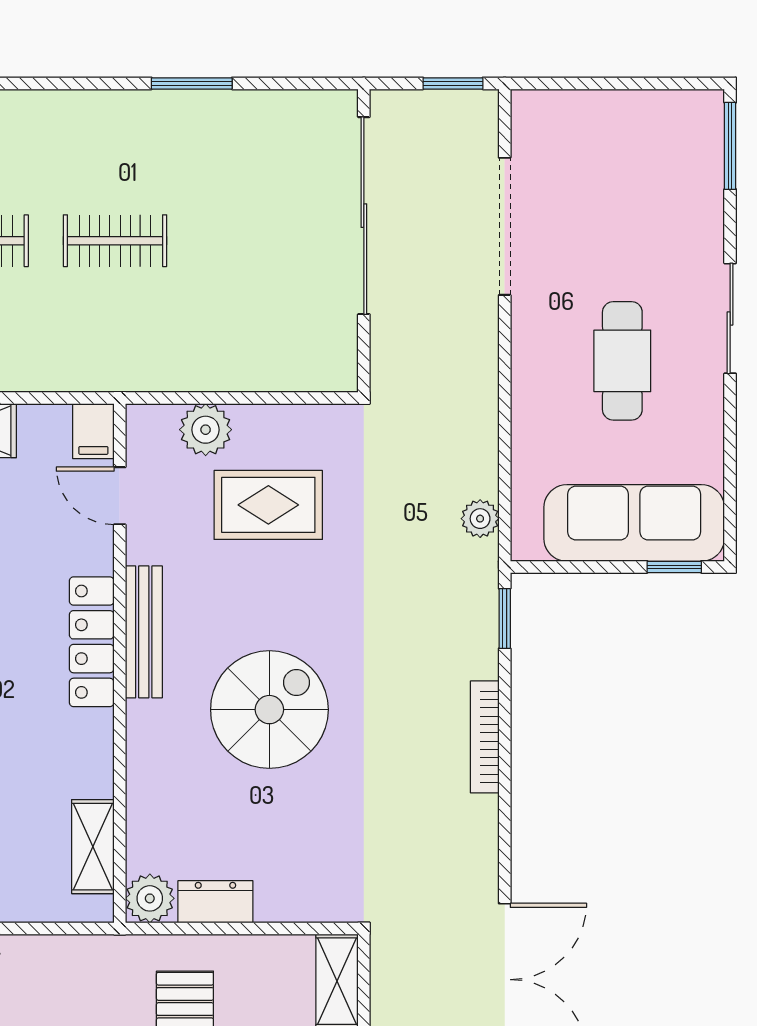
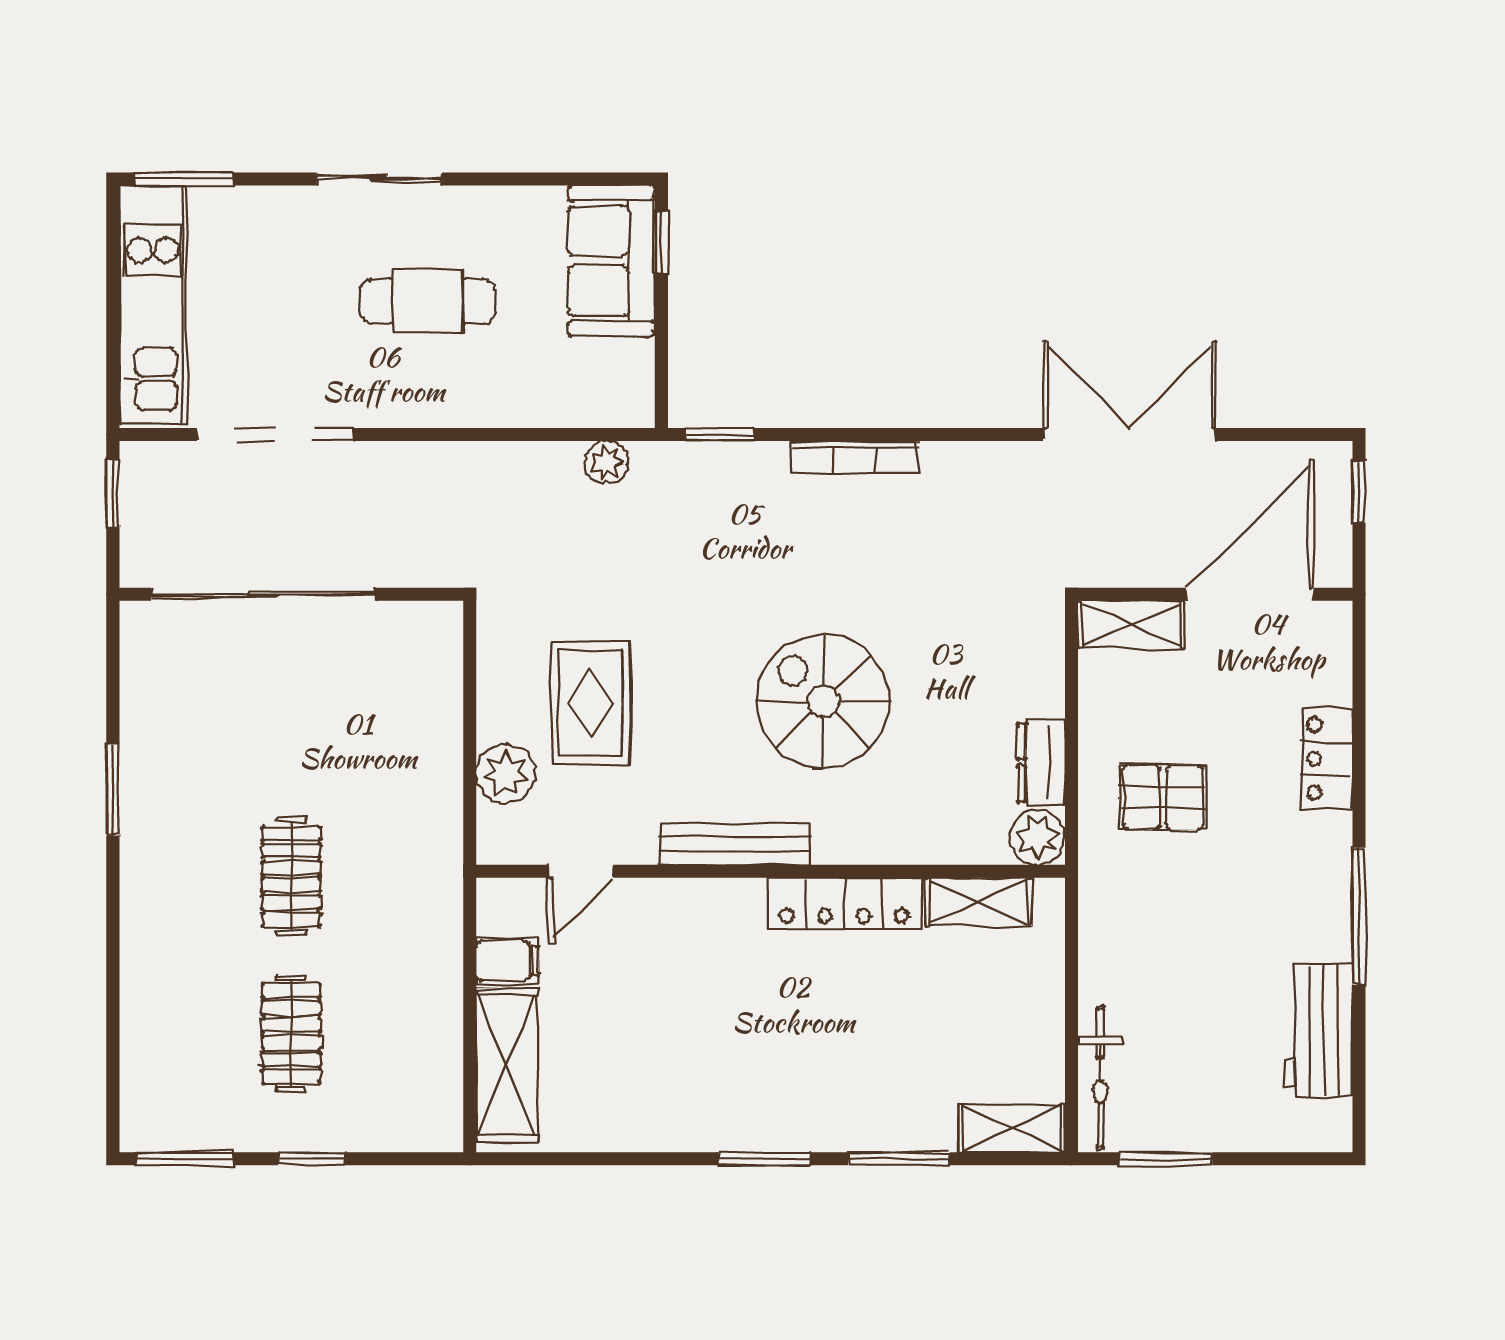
kitchen unit: (619, 119) -> (153, 305), added
filing cabinet: (93, 431) -> (507, 961), moved
sofa: (634, 523) -> (611, 261), width x0.73
locker: (92, 642) -> (844, 903), moved

